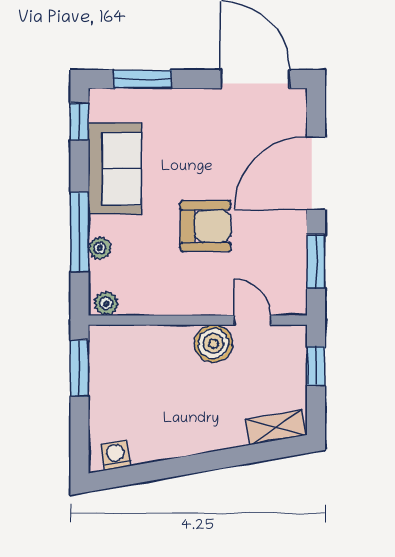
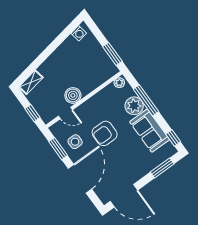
plant: (100, 248) -> (134, 106), width x1.88, depth x1.88
side table: (274, 251) -> (75, 142), added

